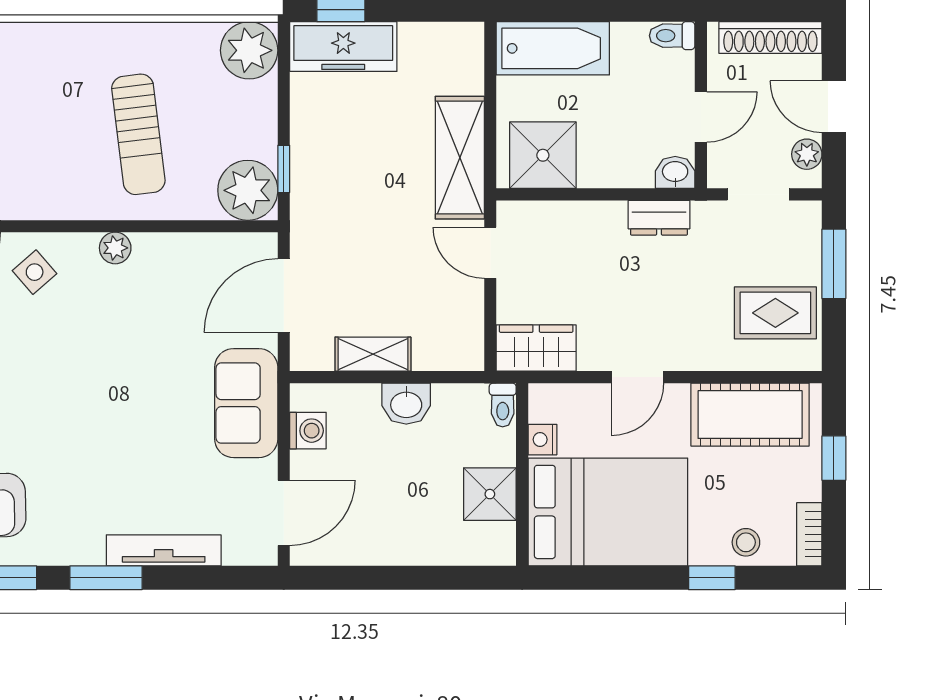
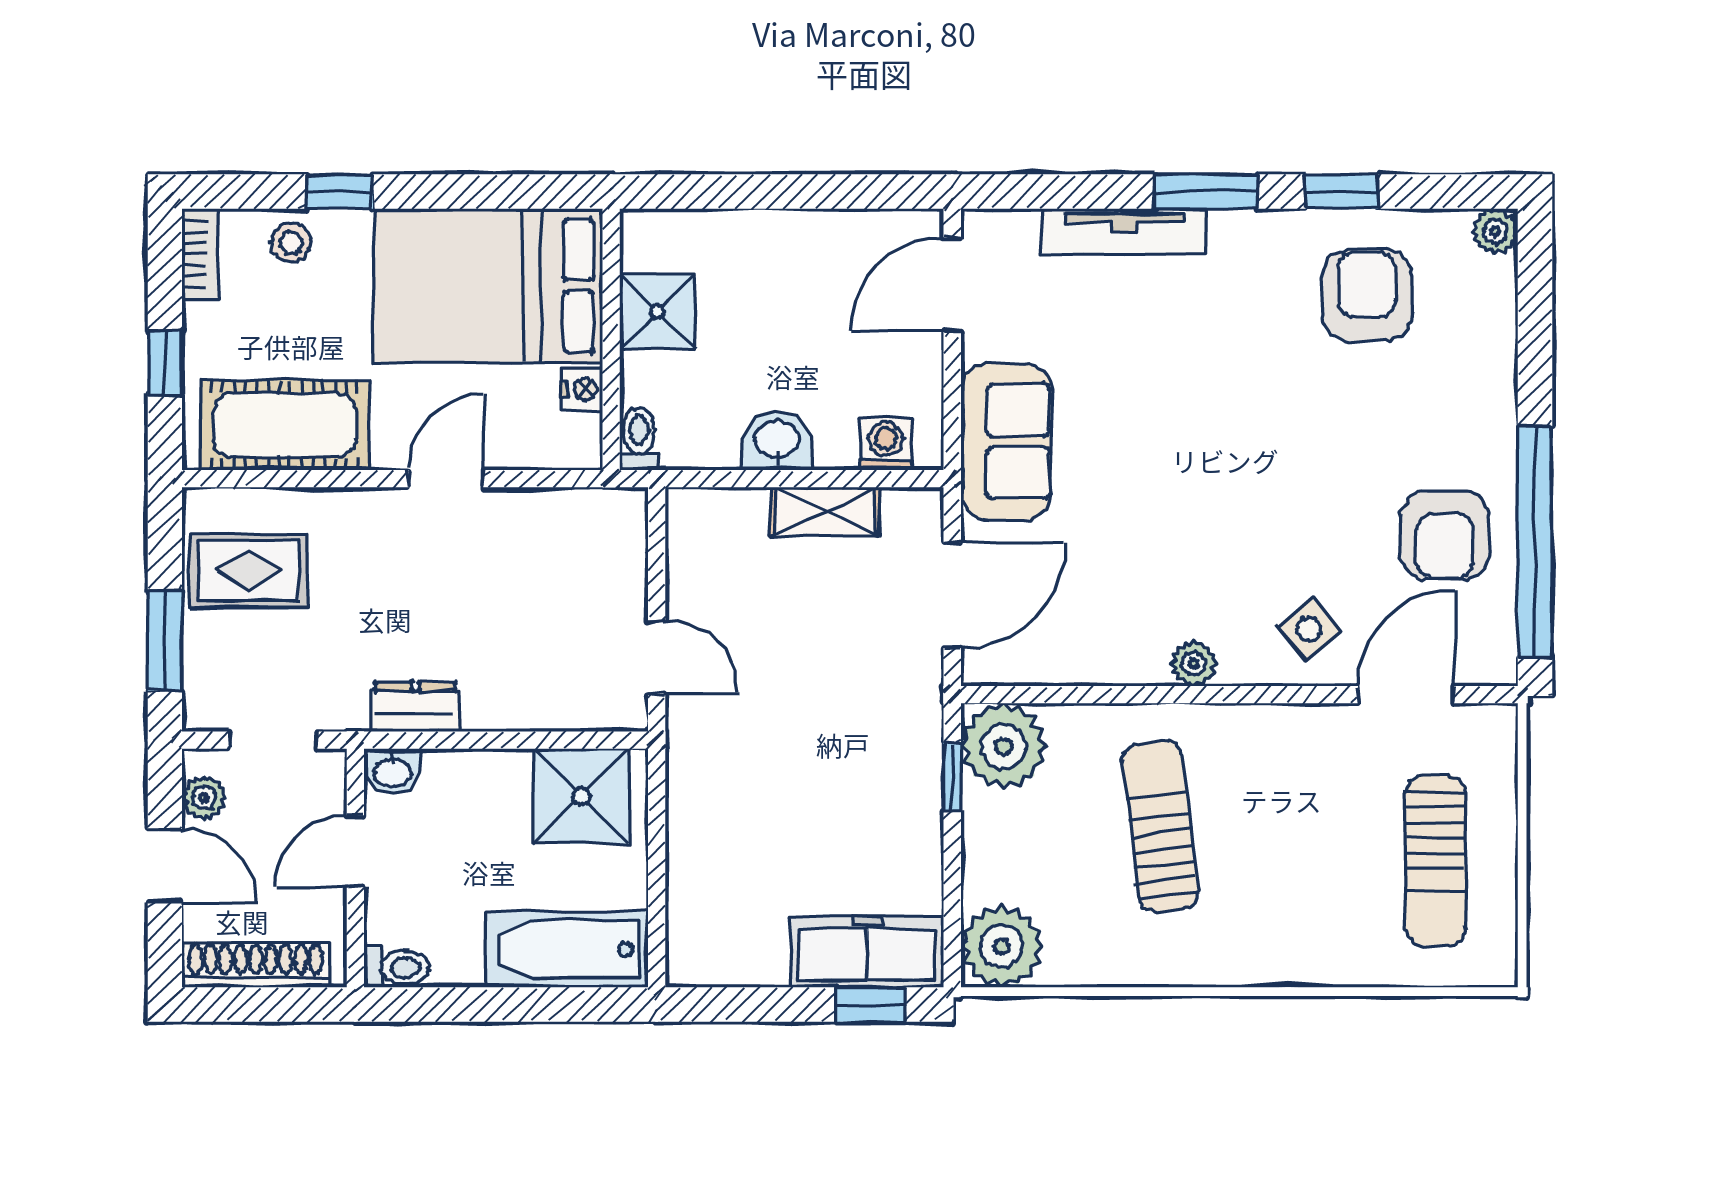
shelving: (460, 158) -> (700, 793), removed
wardrobe: (536, 348) -> (591, 520), removed
washing machine: (308, 431) -> (886, 444), moved, turned 90

